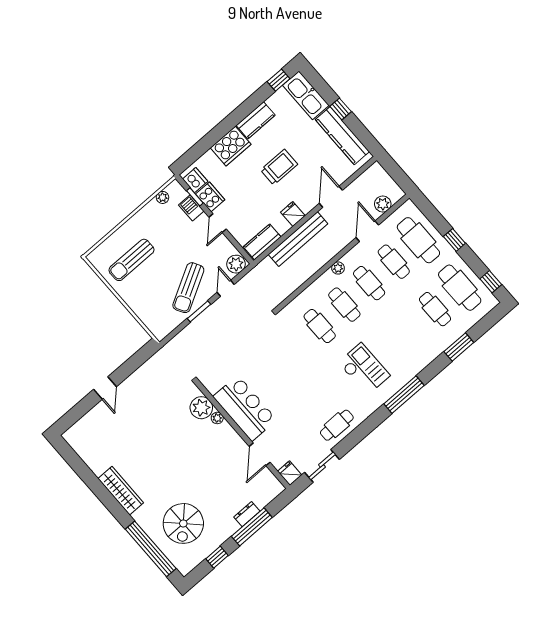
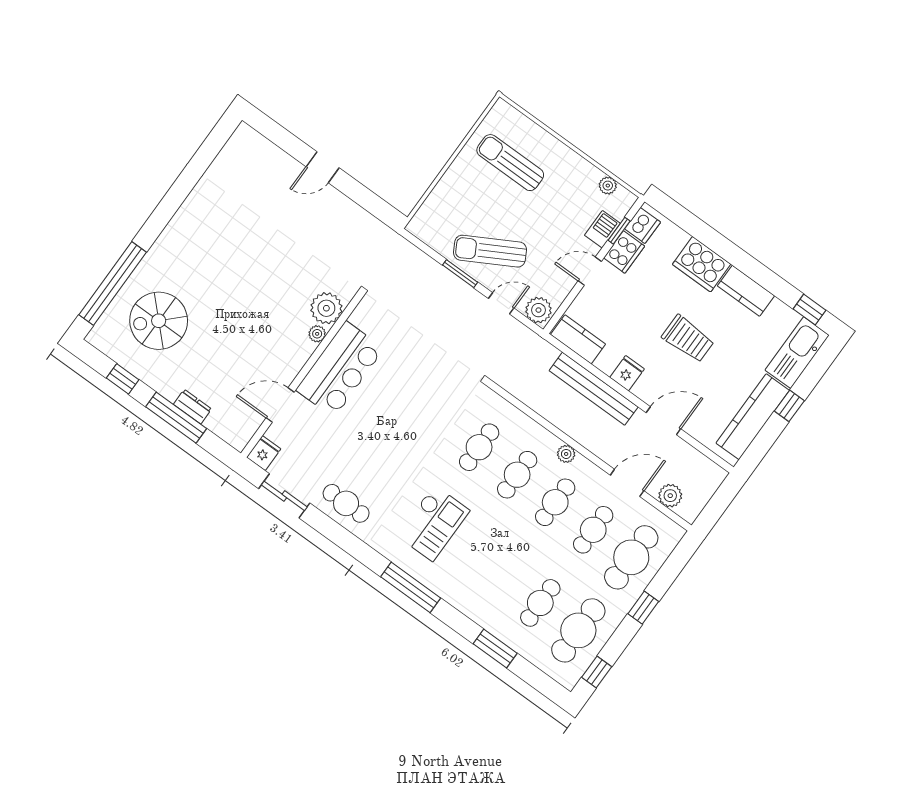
wardrobe: (121, 491) -> (184, 223), removed

